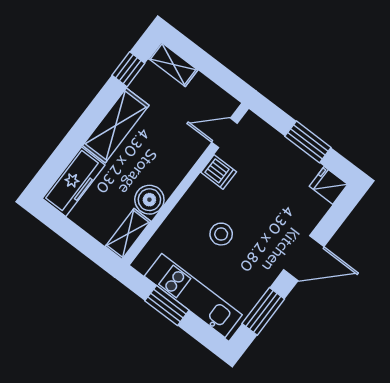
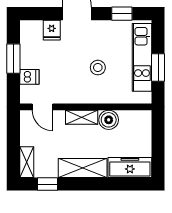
dishwasher: (219, 172) -> (29, 77), moved, turned 90
fridge: (328, 185) -> (52, 30), moved
shelving: (128, 234) -> (82, 117), moved
window: (263, 311) -> (122, 14), width x0.67

